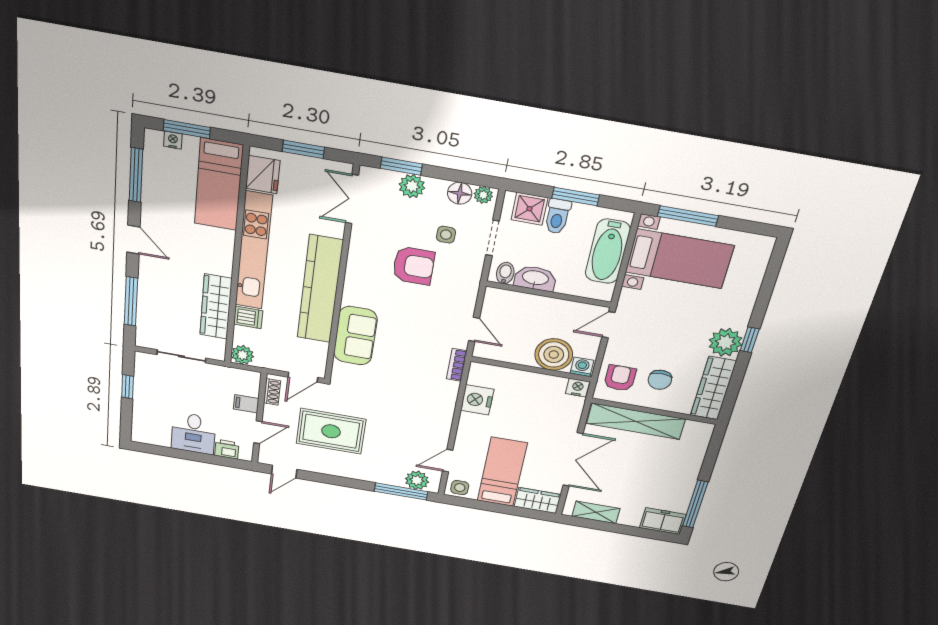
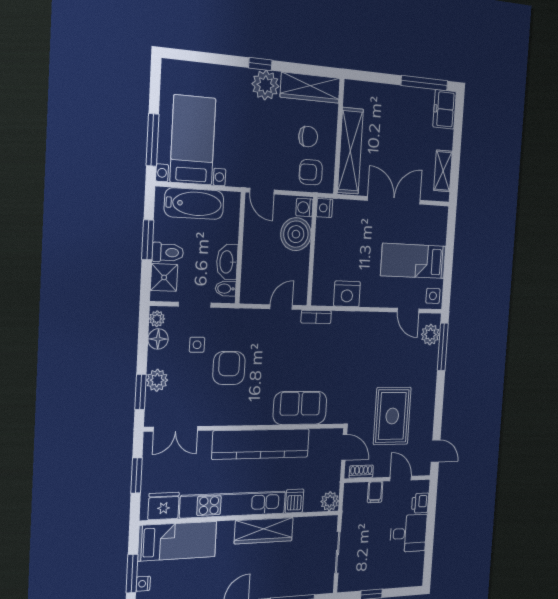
wardrobe: (216, 307) -> (264, 531), moved
wardrobe: (538, 501) -> (437, 225), removed

